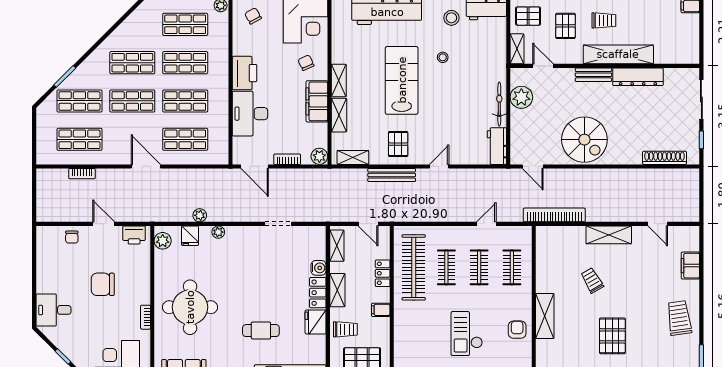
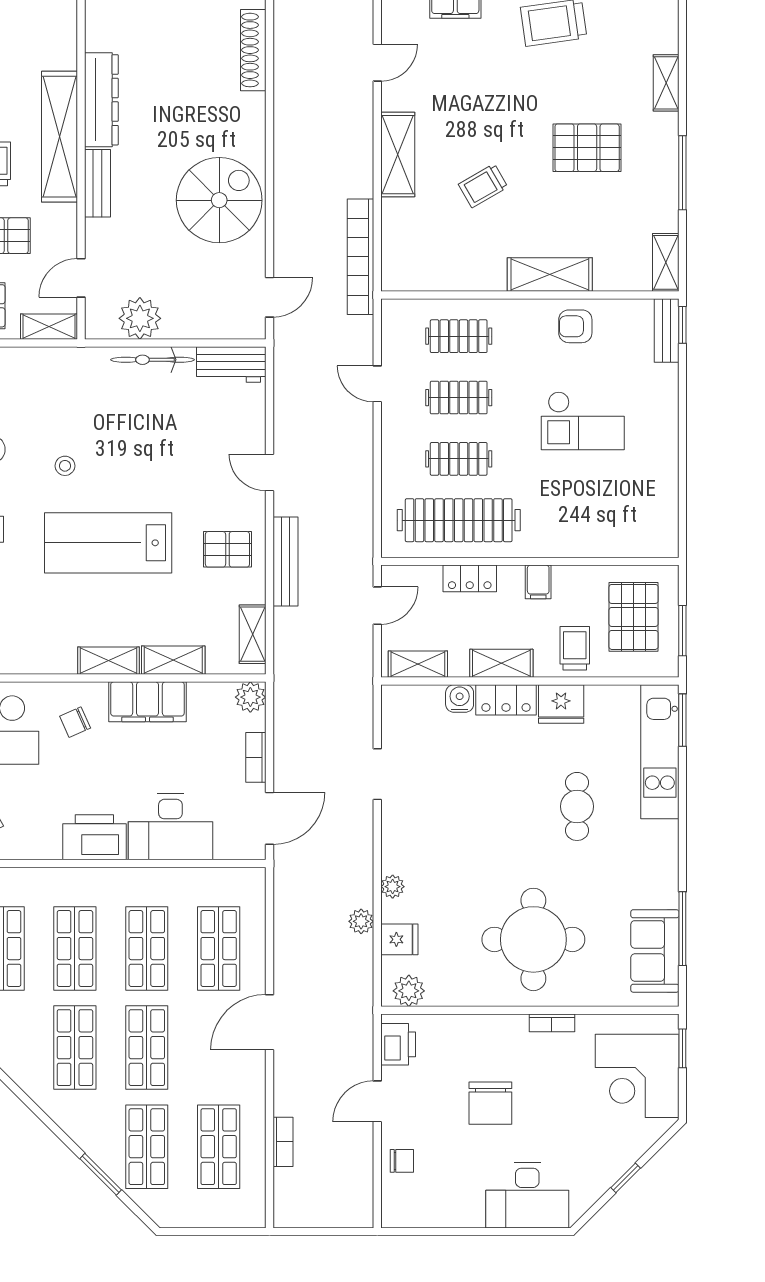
desk: (53, 310) -> (527, 1195), width x1.37

